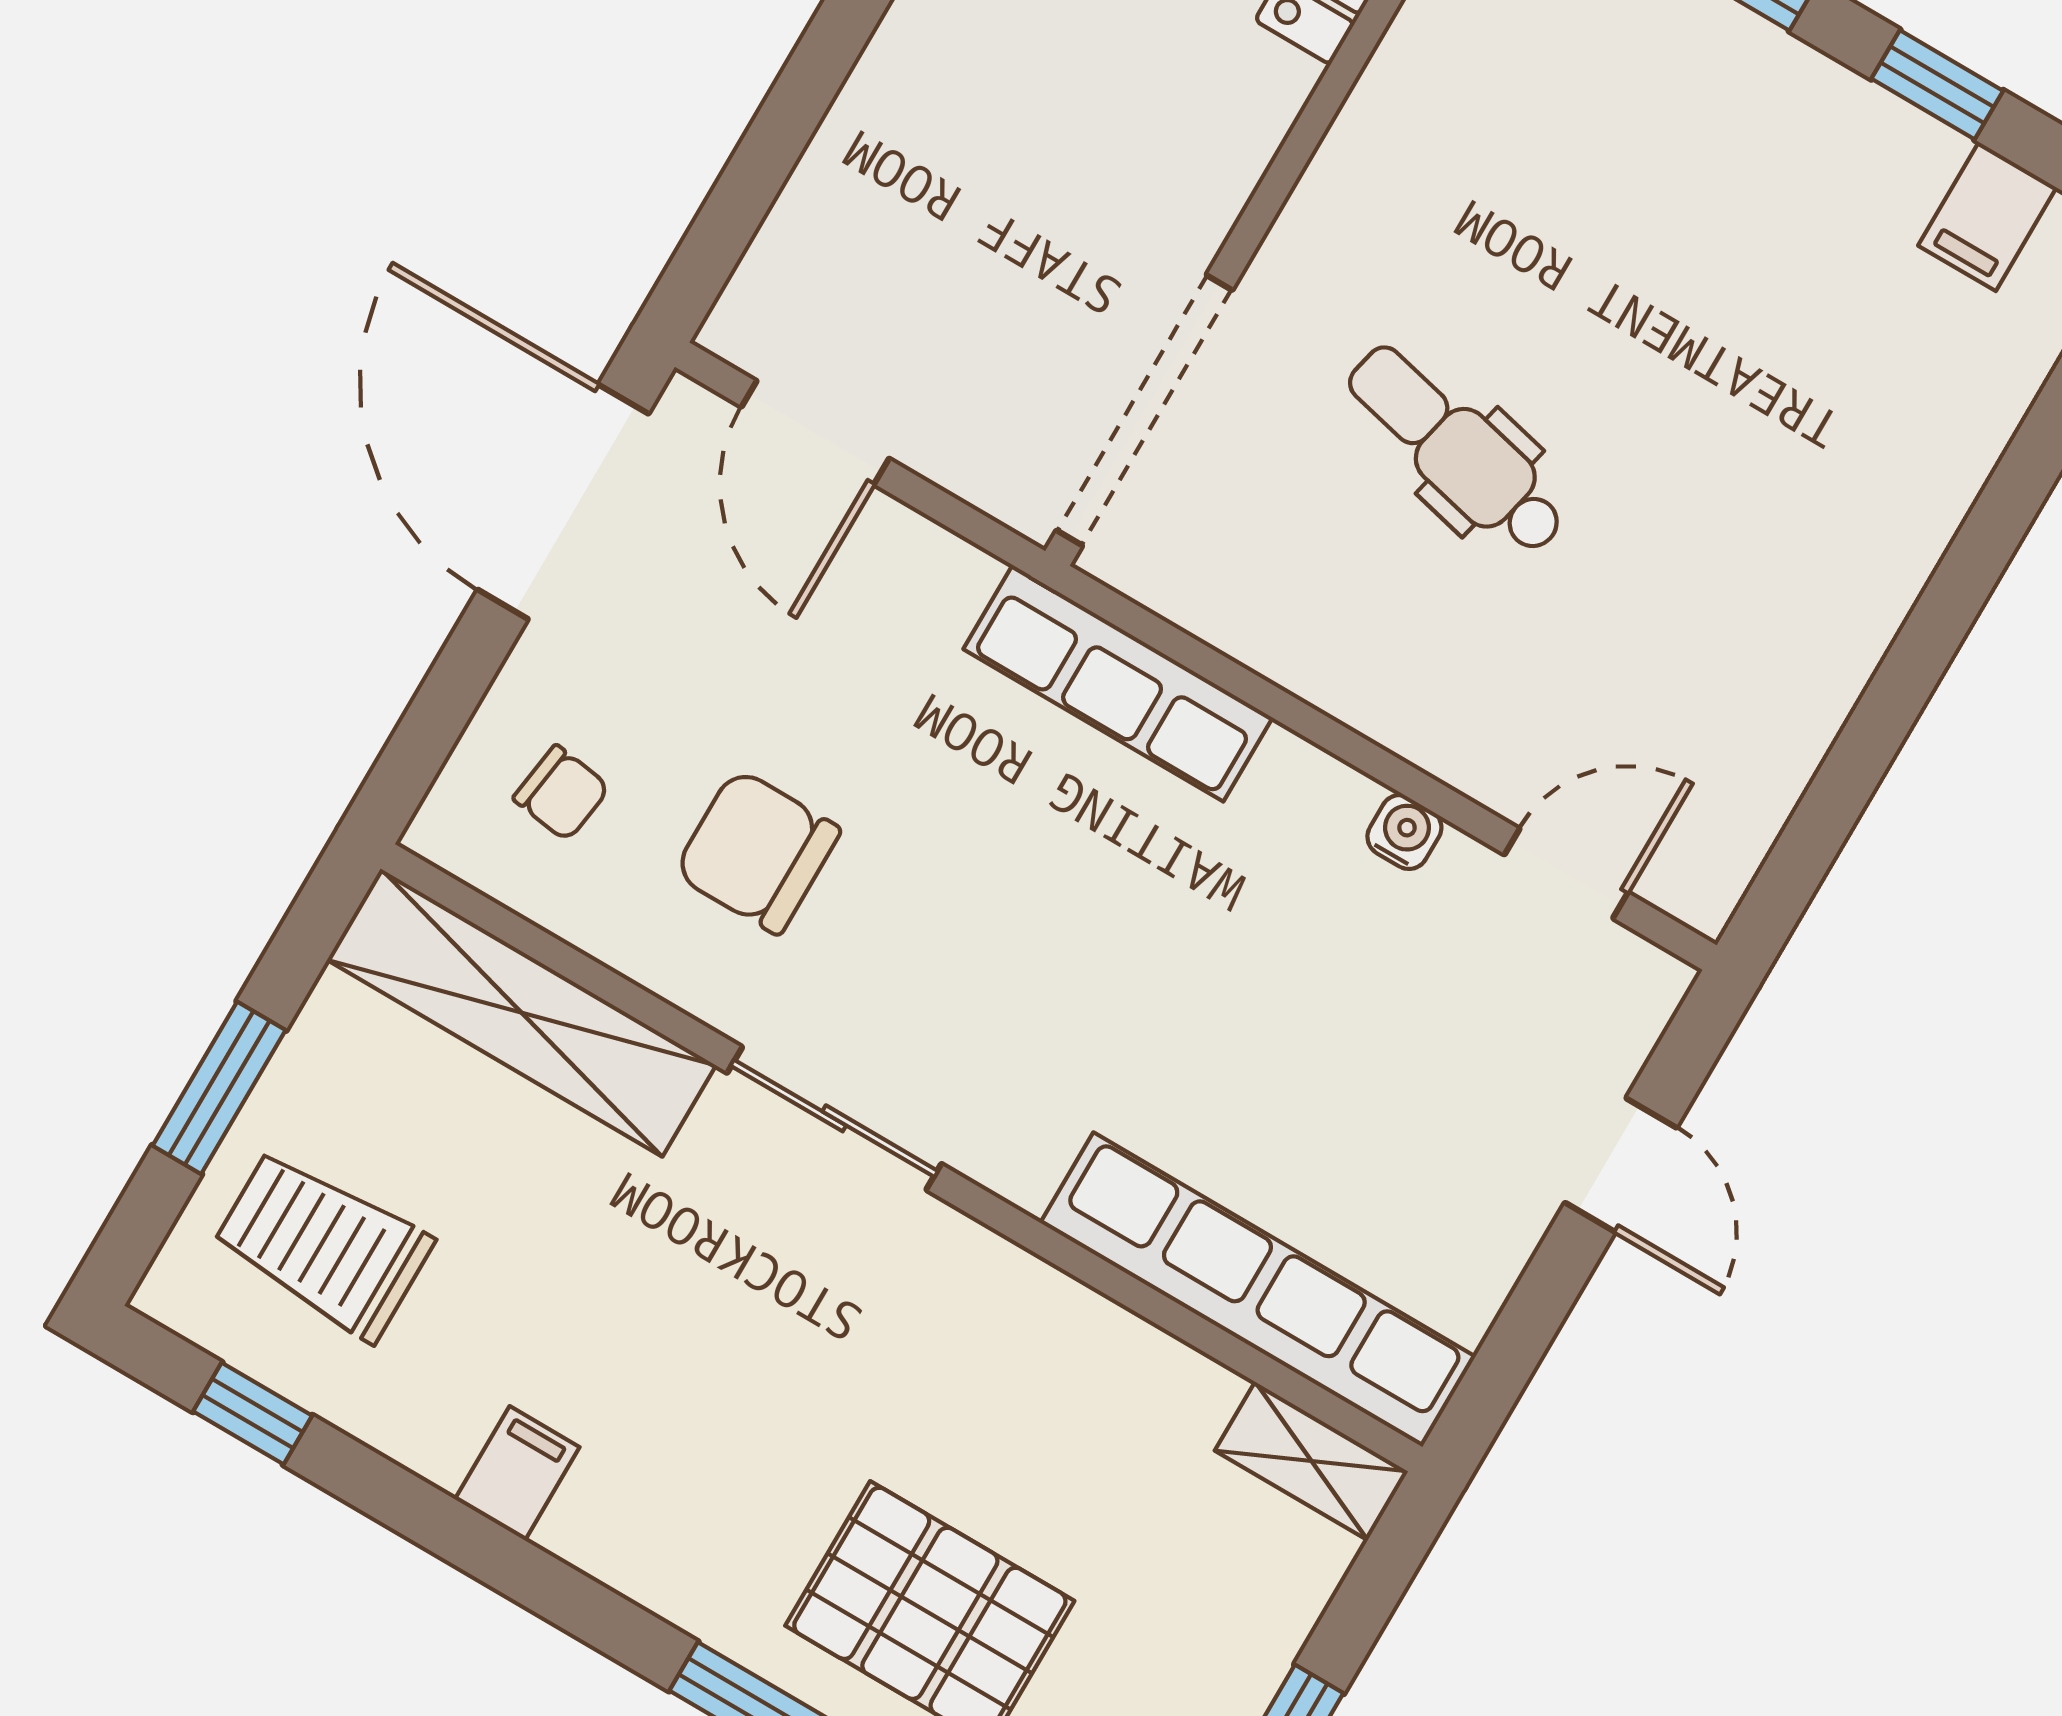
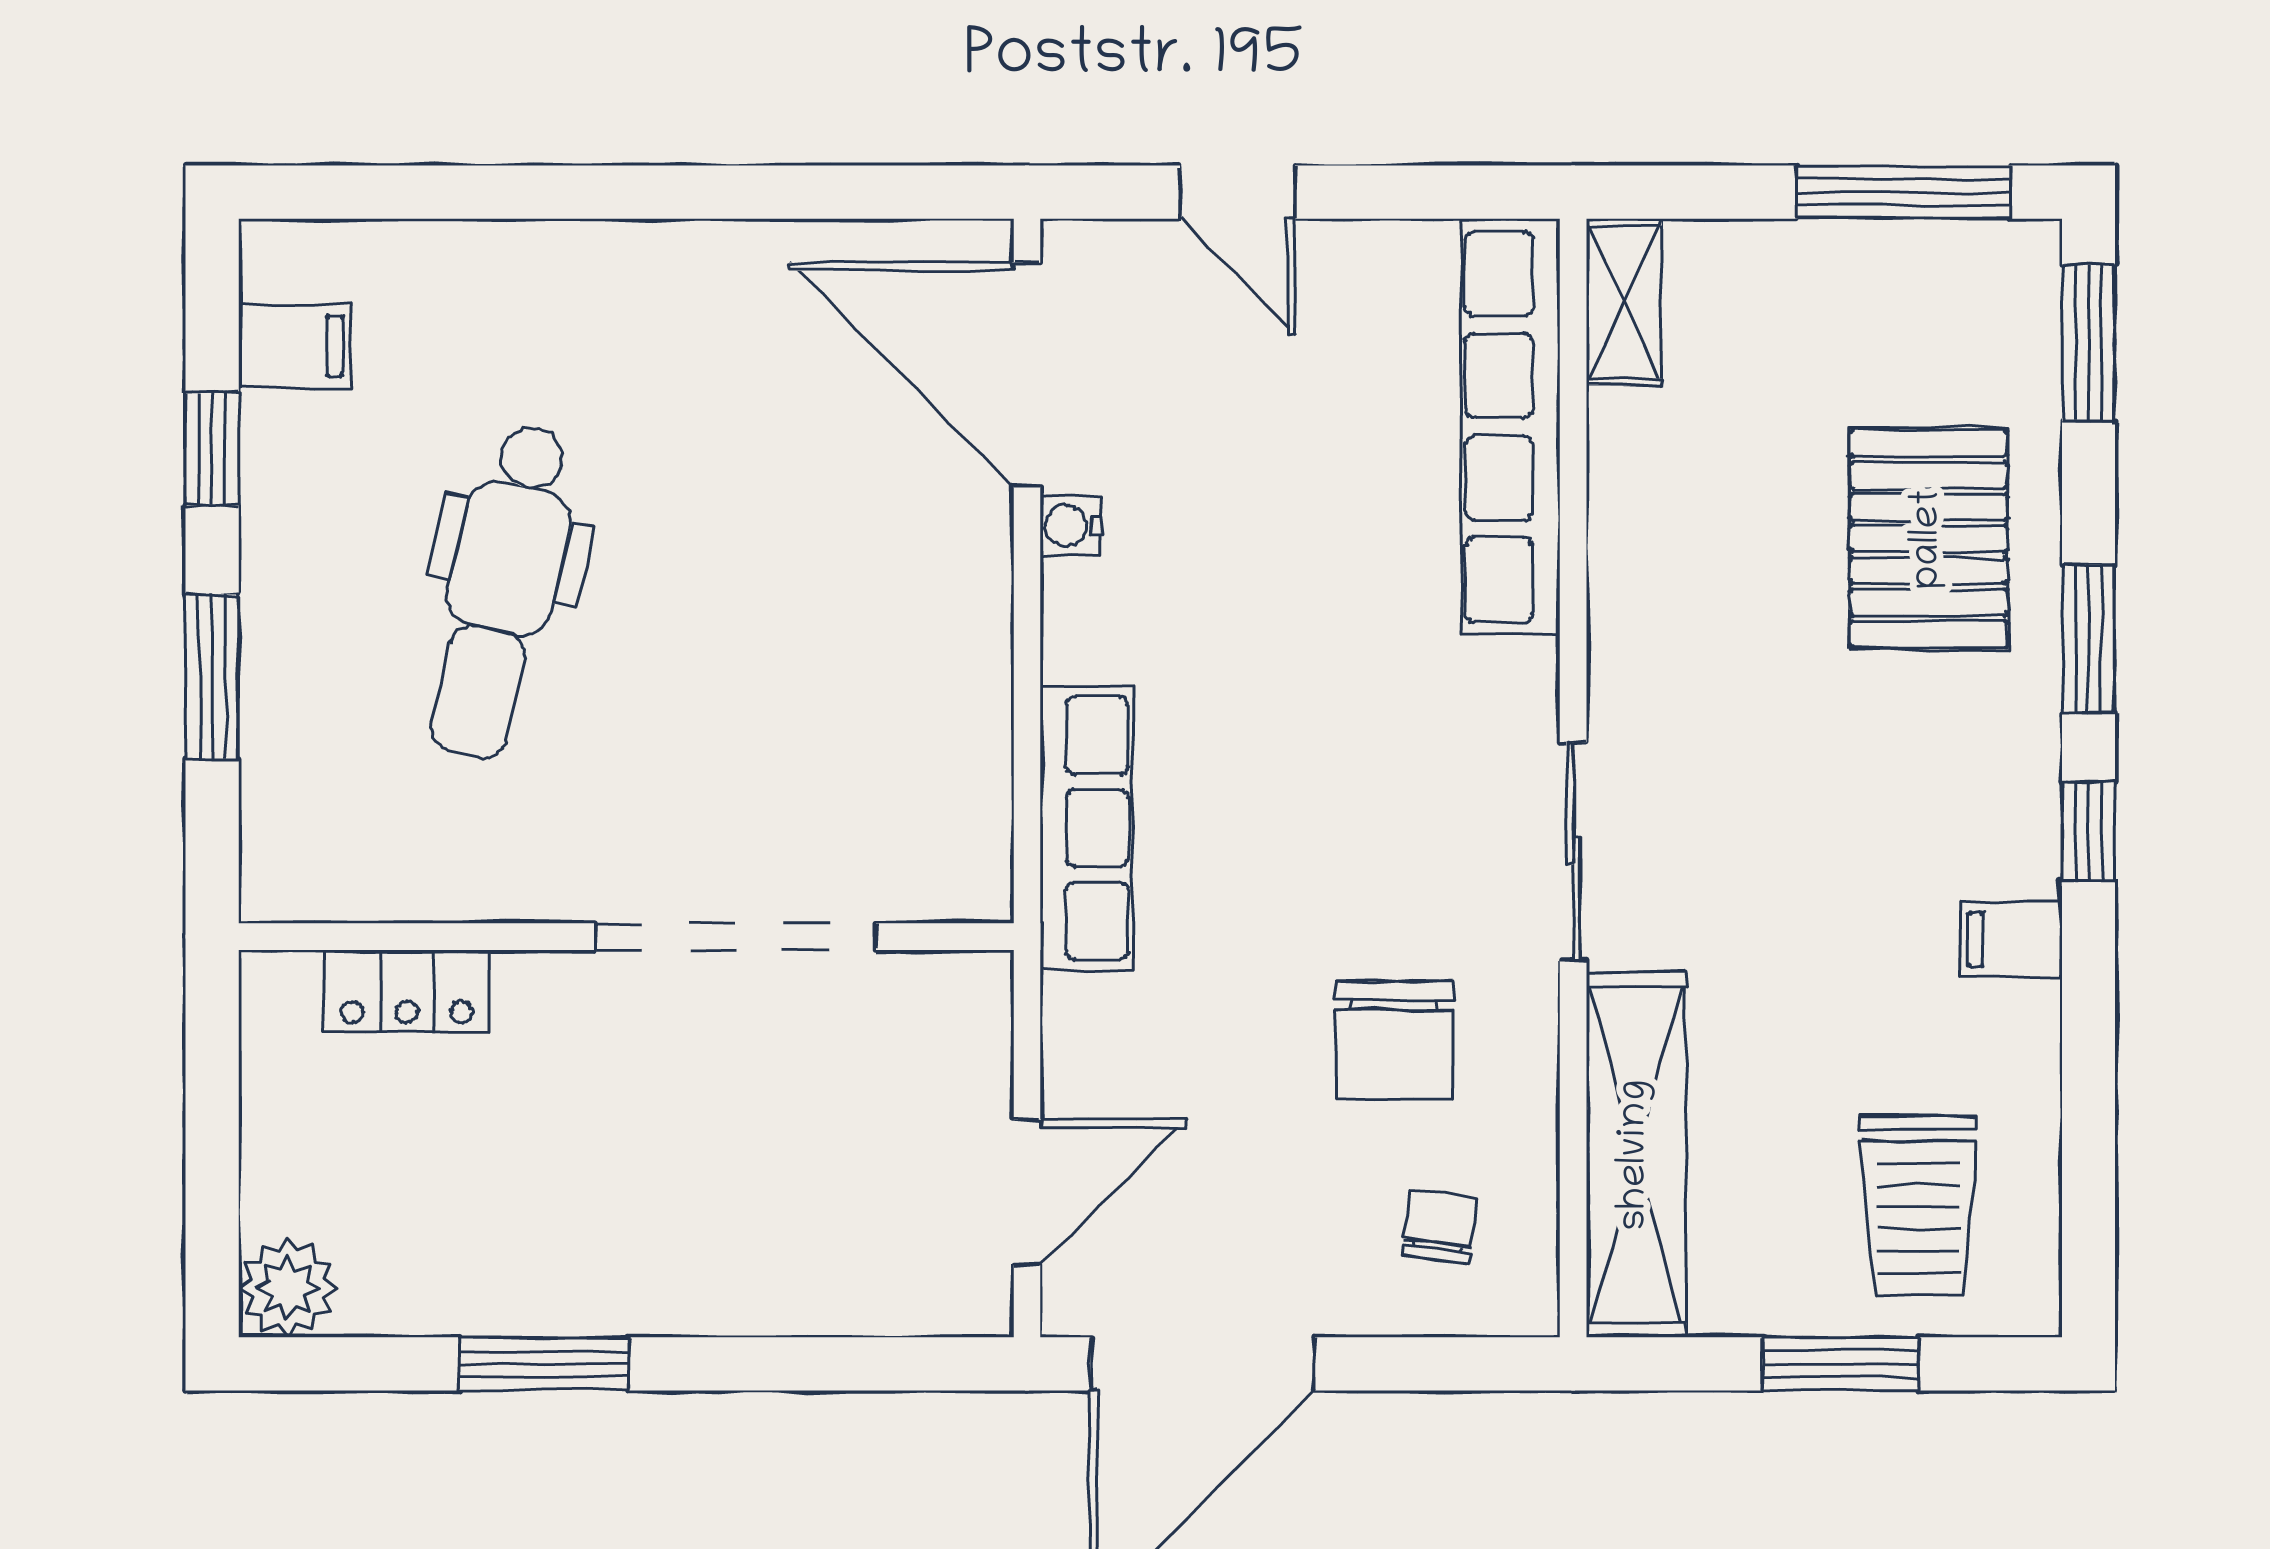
doorway: (1144, 410) -> (736, 937), moved
dental chair: (1457, 450) -> (501, 591), moved, width x1.36, depth x1.38
door: (1566, 873) -> (1027, 375), width x1.88
door: (1621, 1165) -> (1237, 192), swing flipped
window: (253, 1413) -> (2089, 832), moved

